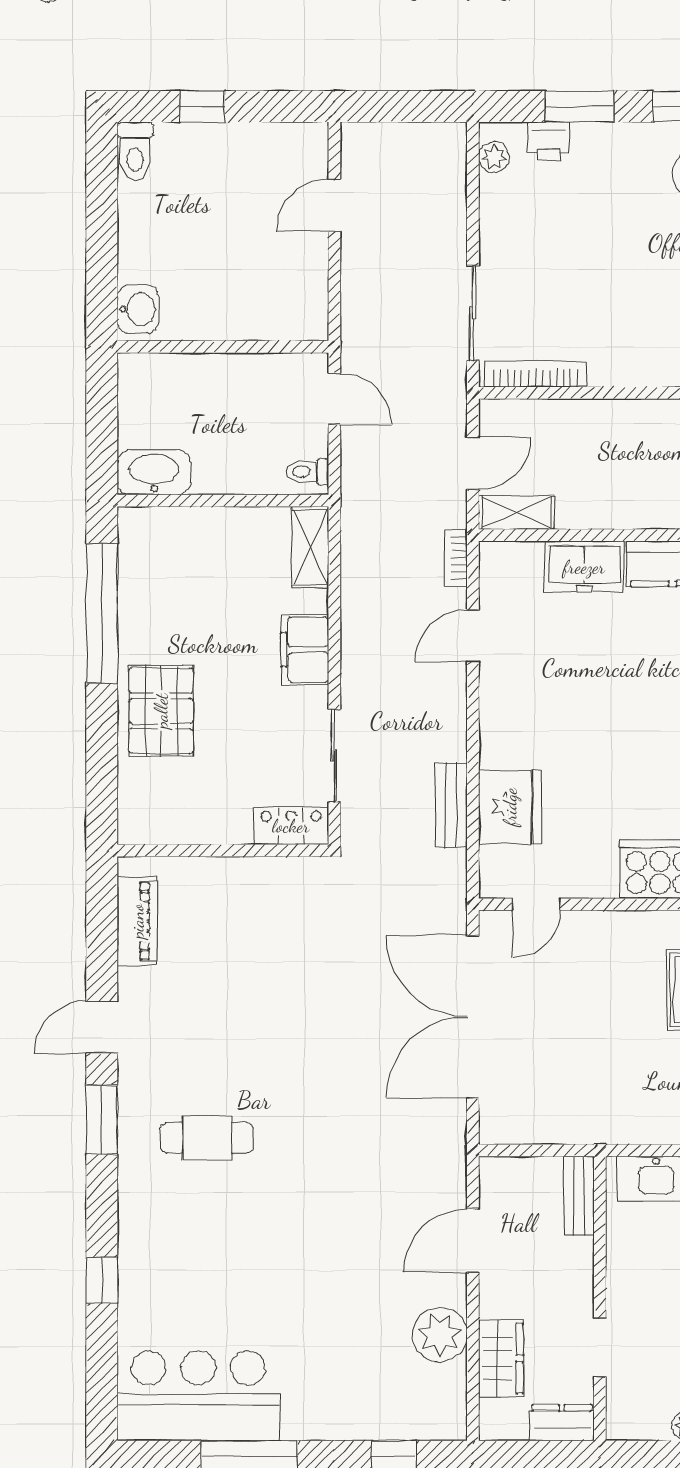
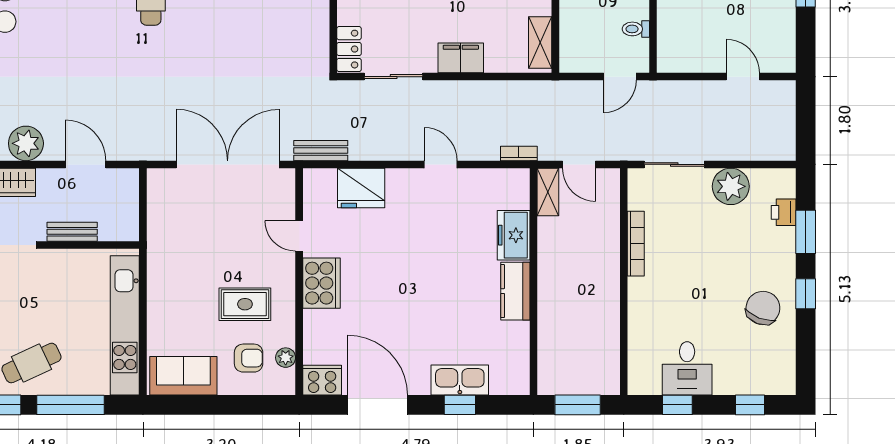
plant: (494, 157) -> (731, 186), moved, width x1.87, depth x1.87
bookcase: (536, 374) -> (636, 244), moved
toilet: (307, 472) -> (636, 29), moved, turned -90
shelving: (310, 547) -> (540, 42), moved, turned 90
door: (473, 636) -> (441, 164), moved
bench: (451, 805) -> (321, 151), moved
door: (536, 904) -> (299, 236), moved
bench: (579, 1196) -> (72, 232), moved

